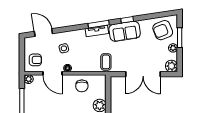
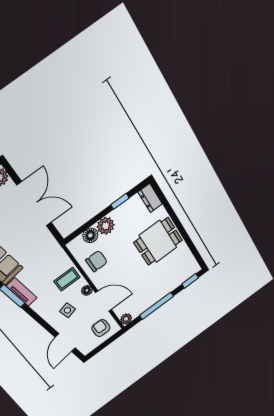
coffee table: (106, 62) -> (67, 279), moved
door: (52, 73) -> (103, 301), hinge flipped
floor lamp: (101, 93) -> (90, 235), added

